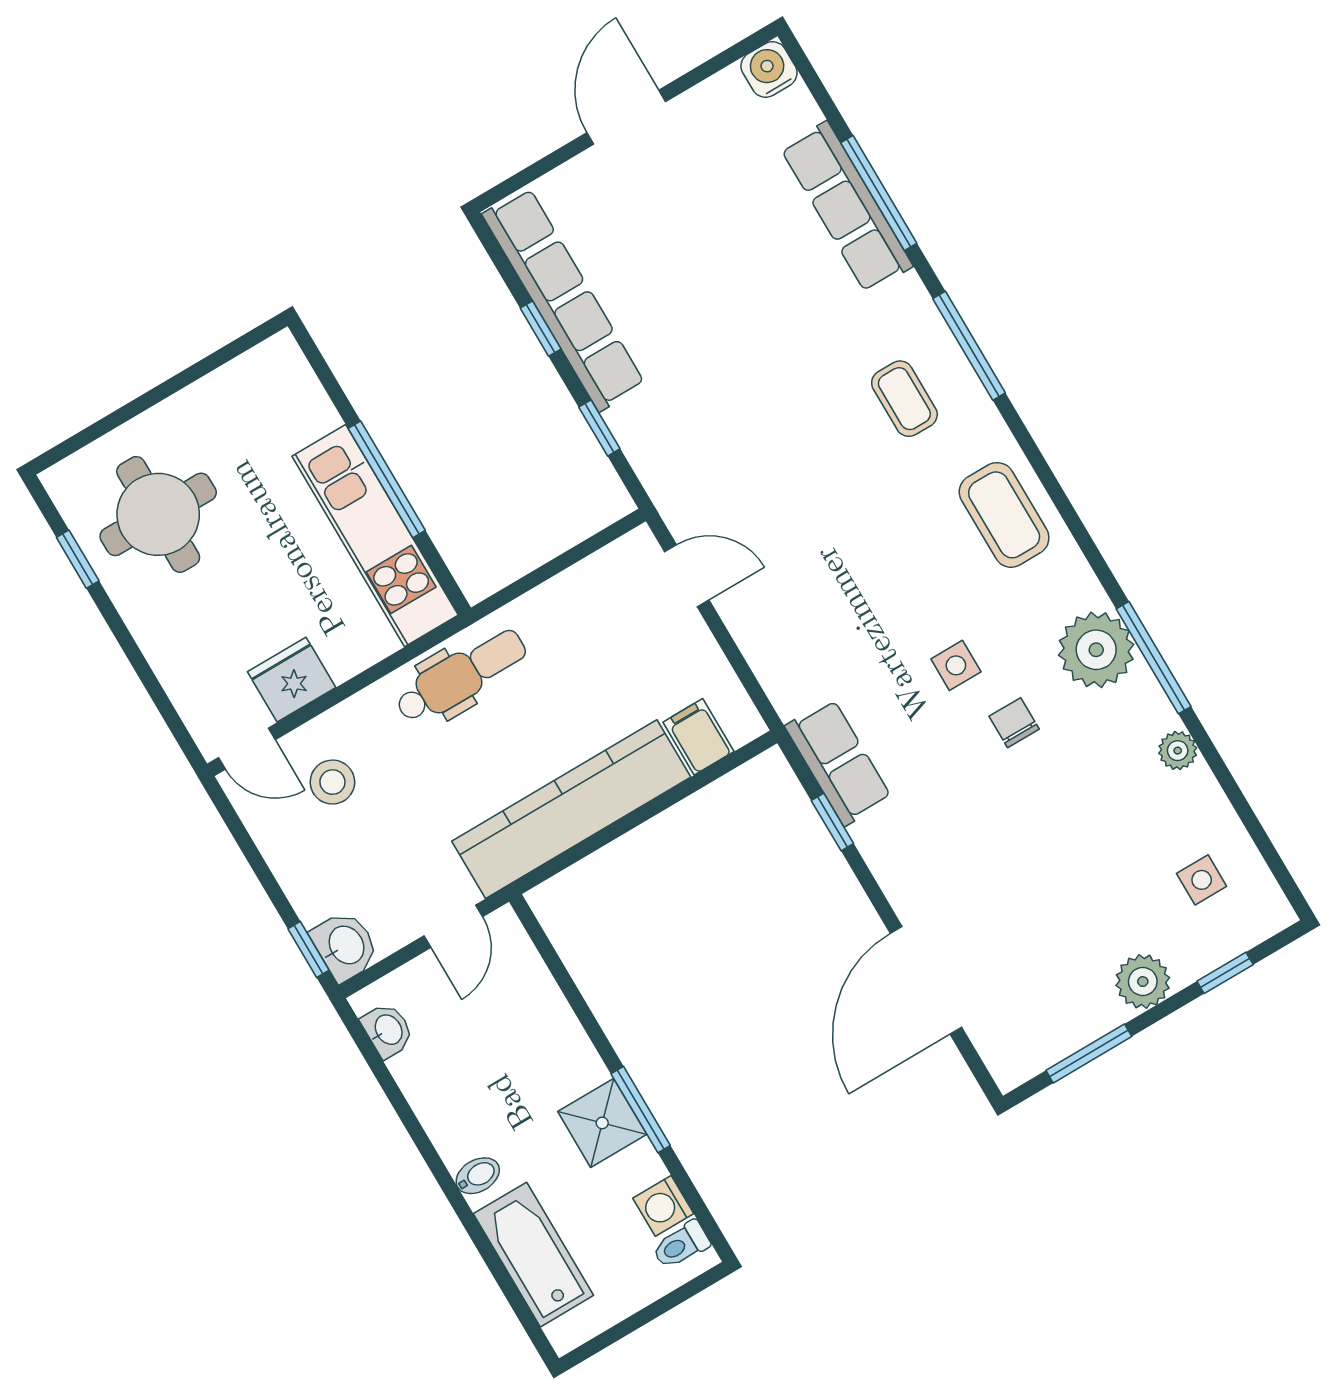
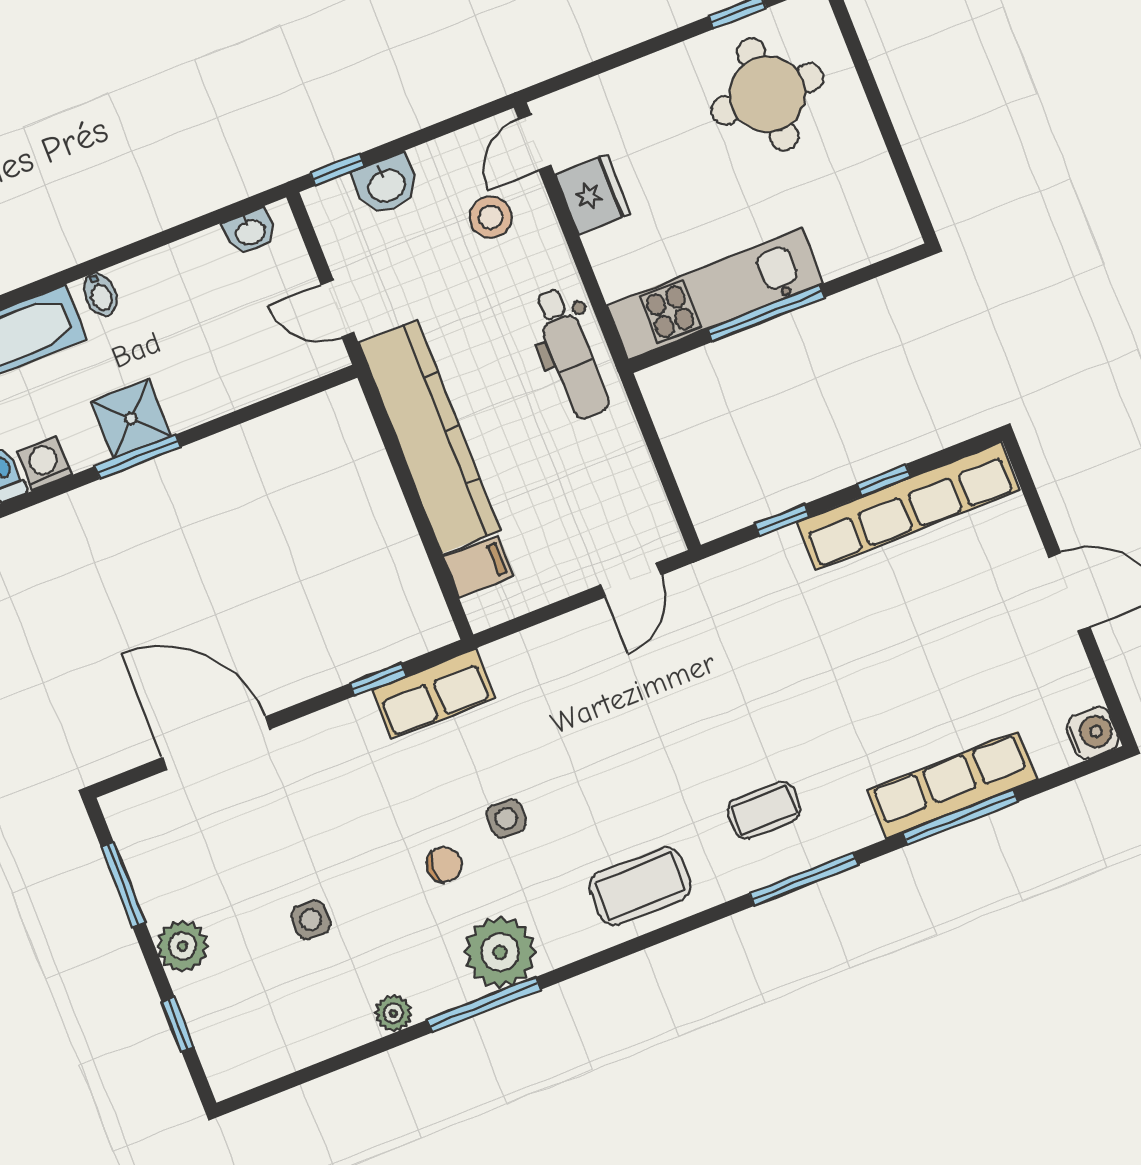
side table: (1202, 880) -> (311, 920), moved
washbasin: (345, 946) -> (386, 185), moved

